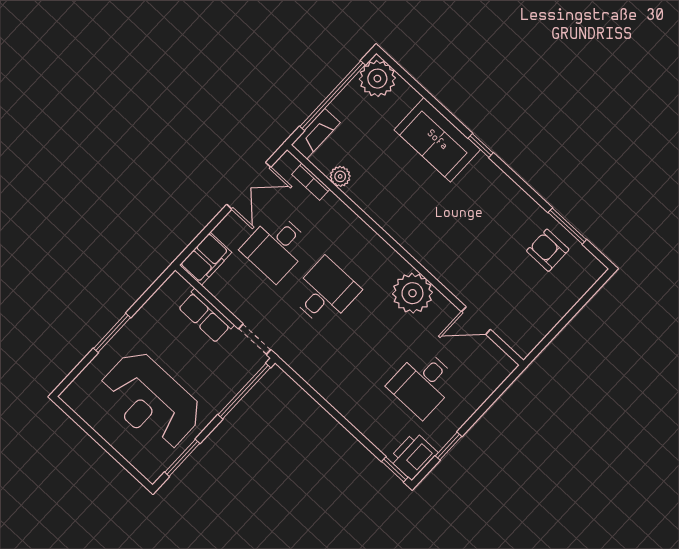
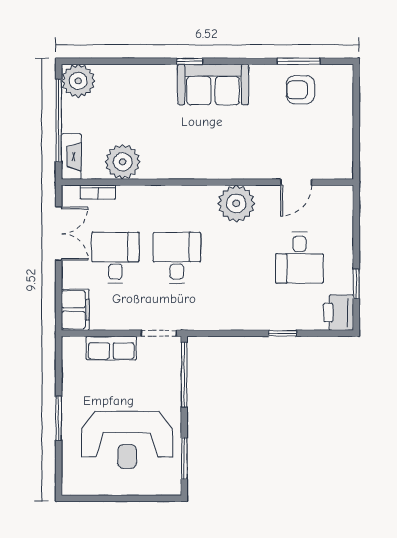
sofa: (437, 140) -> (213, 85), moved
plant: (340, 176) -> (123, 162), width x1.88, depth x1.88
desk: (276, 247) -> (115, 258), turned 180
window: (395, 469) -> (282, 333), moved

